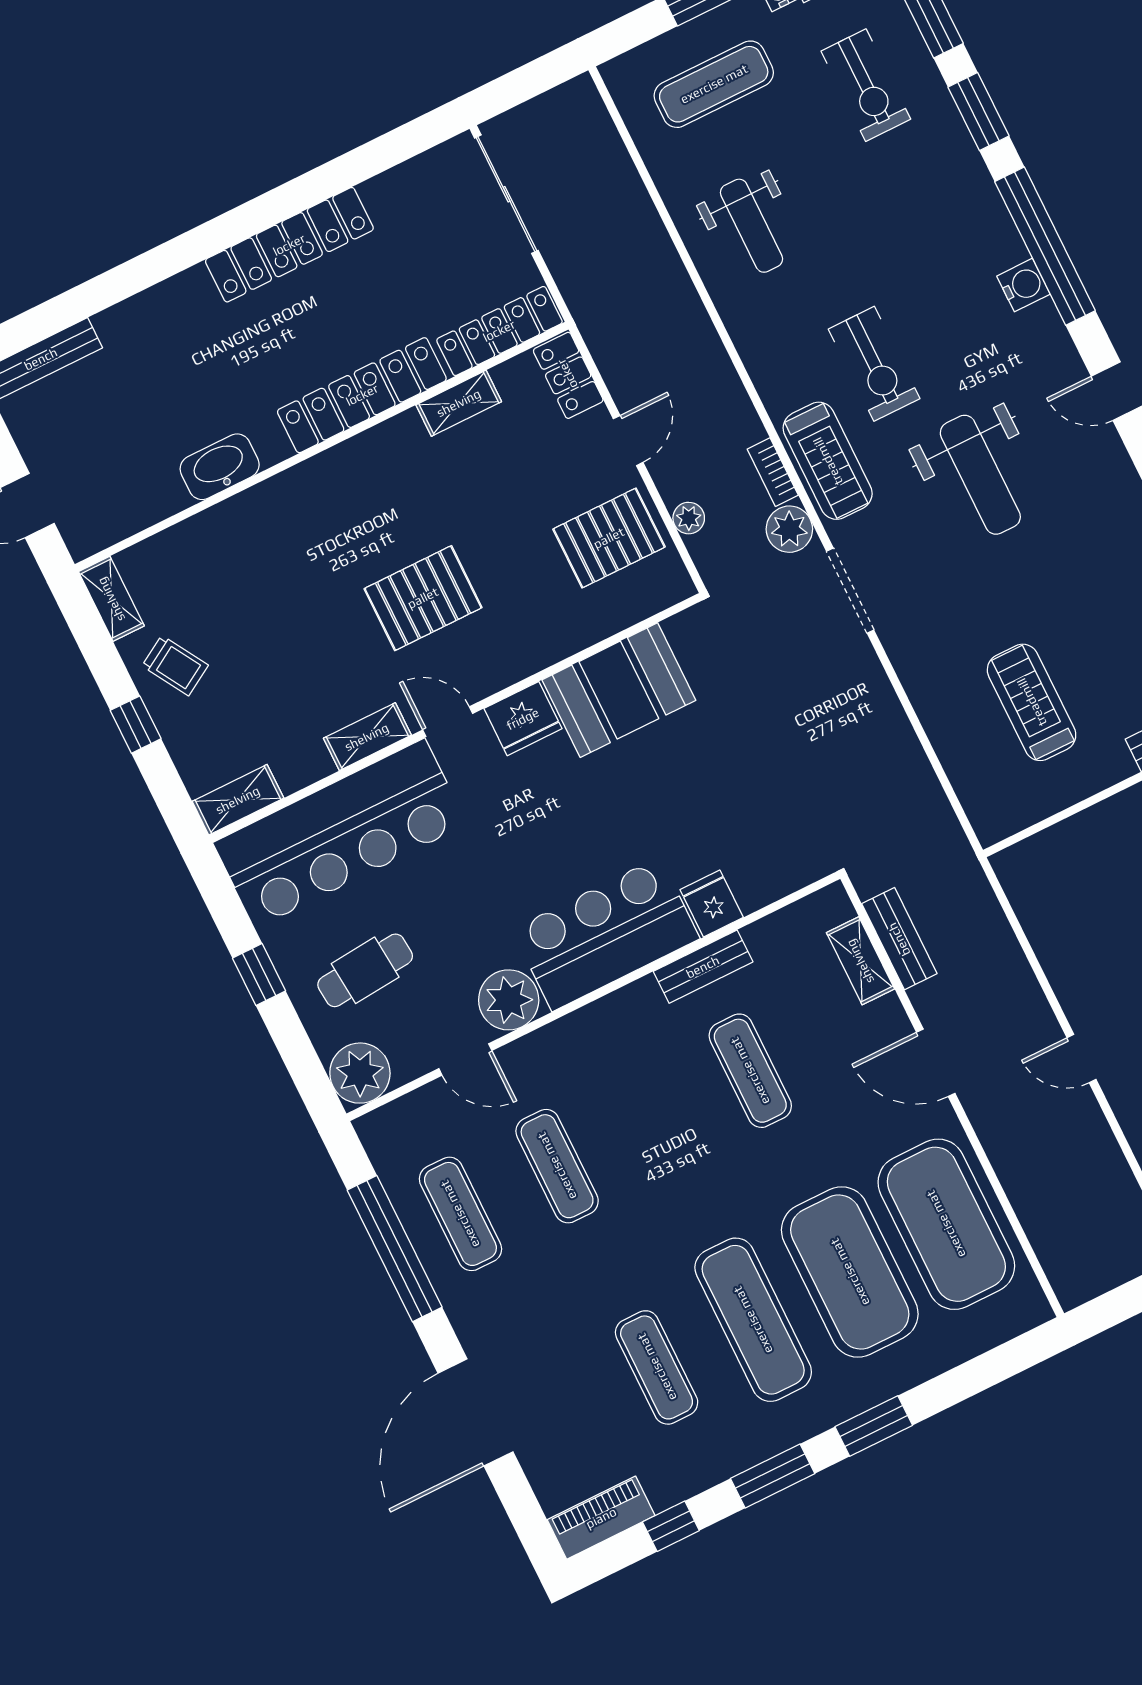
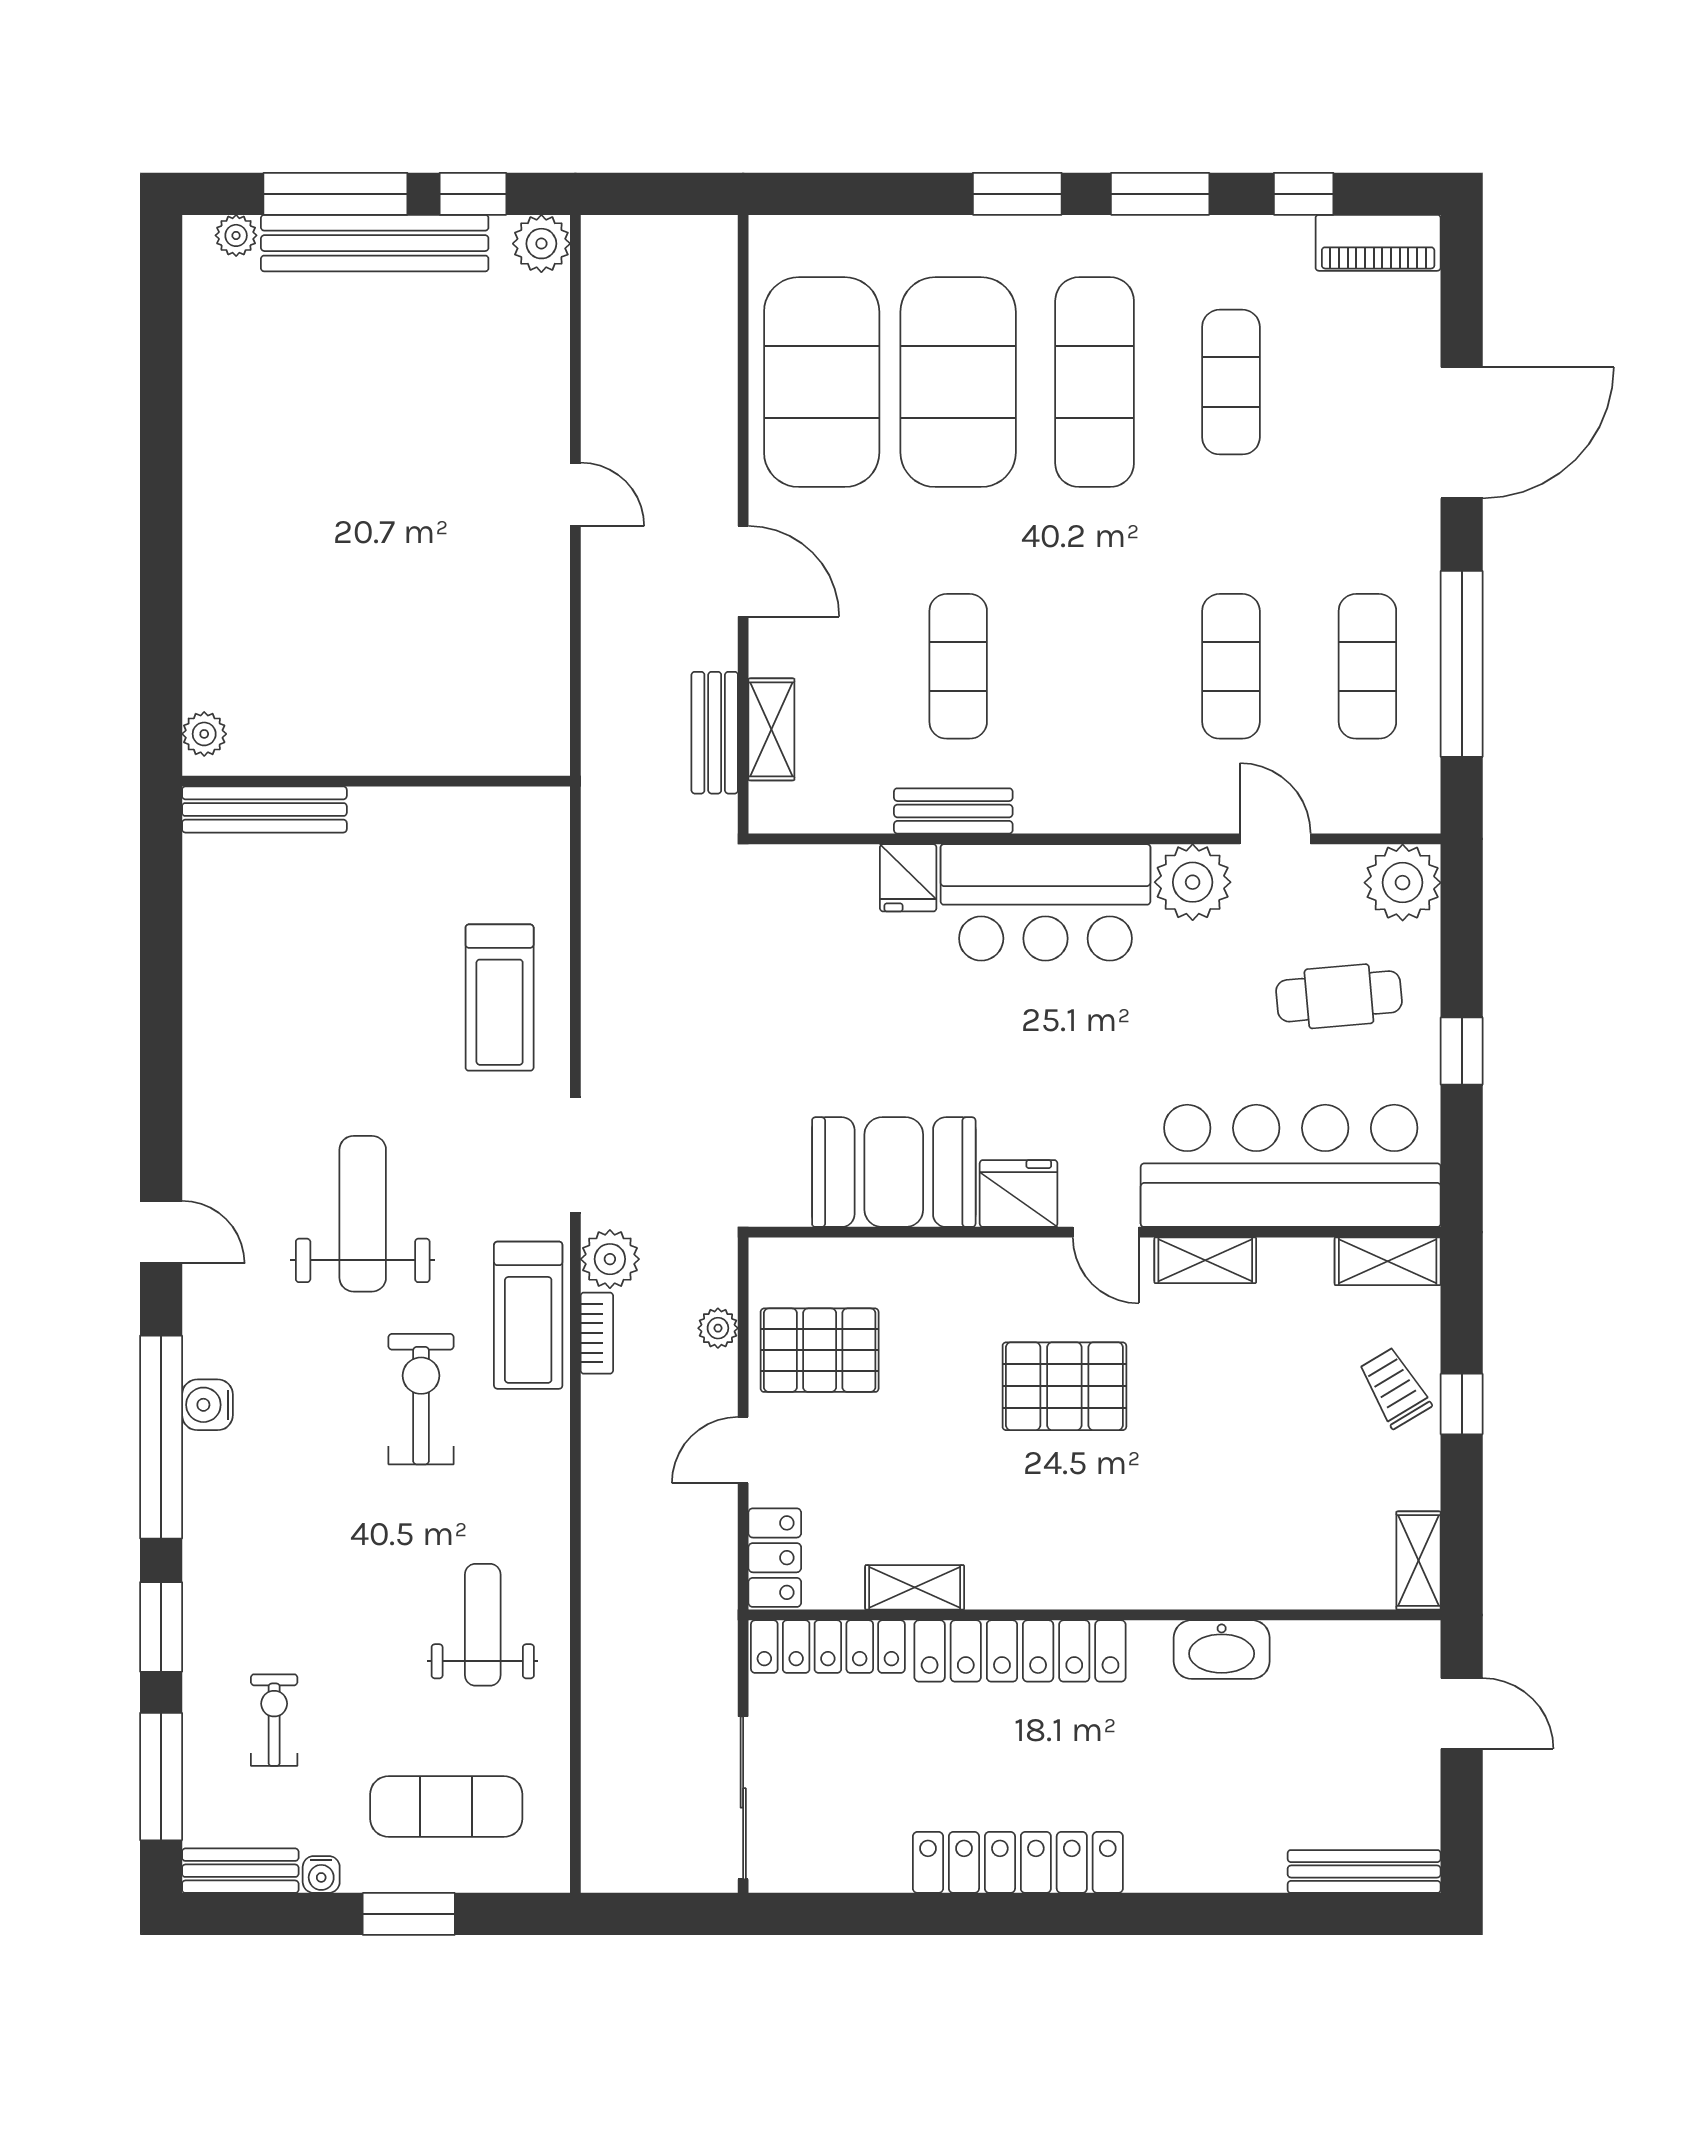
exercise bike: (866, 85) -> (274, 1720), width x0.73, depth x0.72
treadmill: (828, 461) -> (528, 1315), turned 180
trolley: (175, 666) -> (1395, 1388), moved
treadmill: (1032, 702) -> (500, 998), moved

